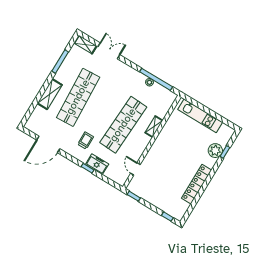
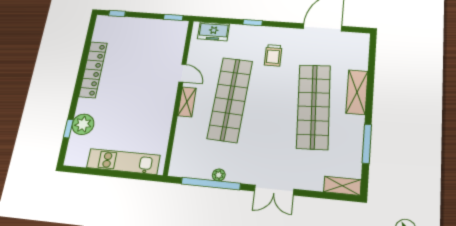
double door: (109, 51) -> (274, 190), moved
shelving: (154, 127) -> (187, 102), moved
freezer: (97, 164) -> (213, 31), moved
door: (135, 169) -> (182, 73), moved

